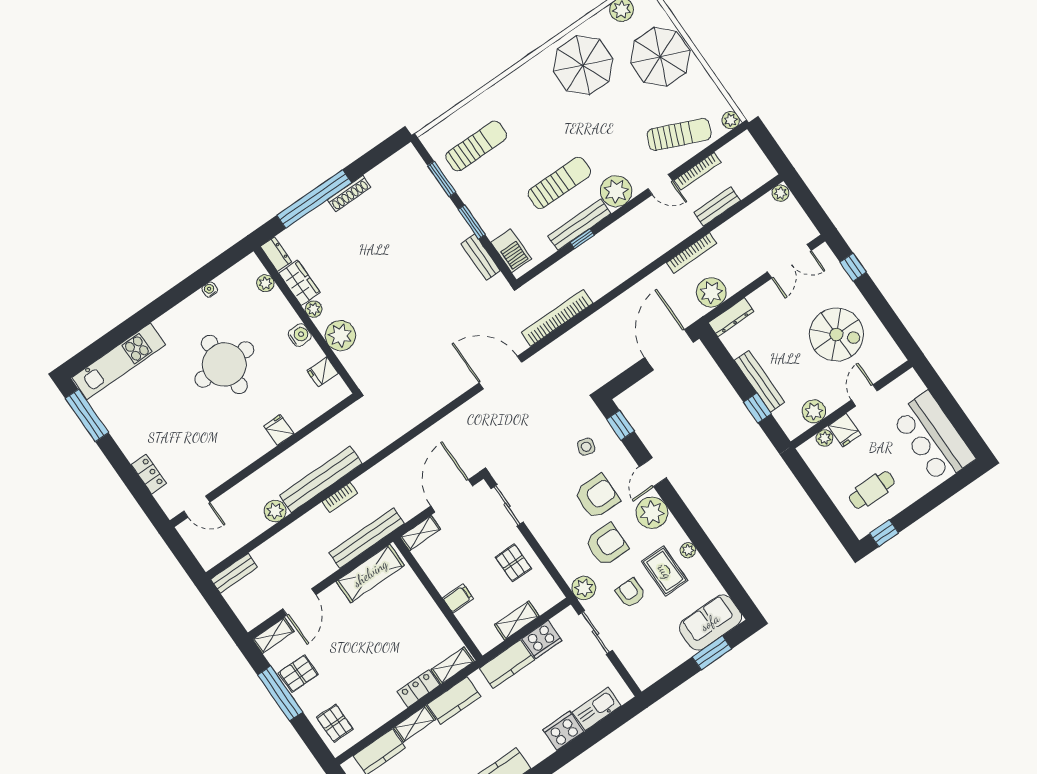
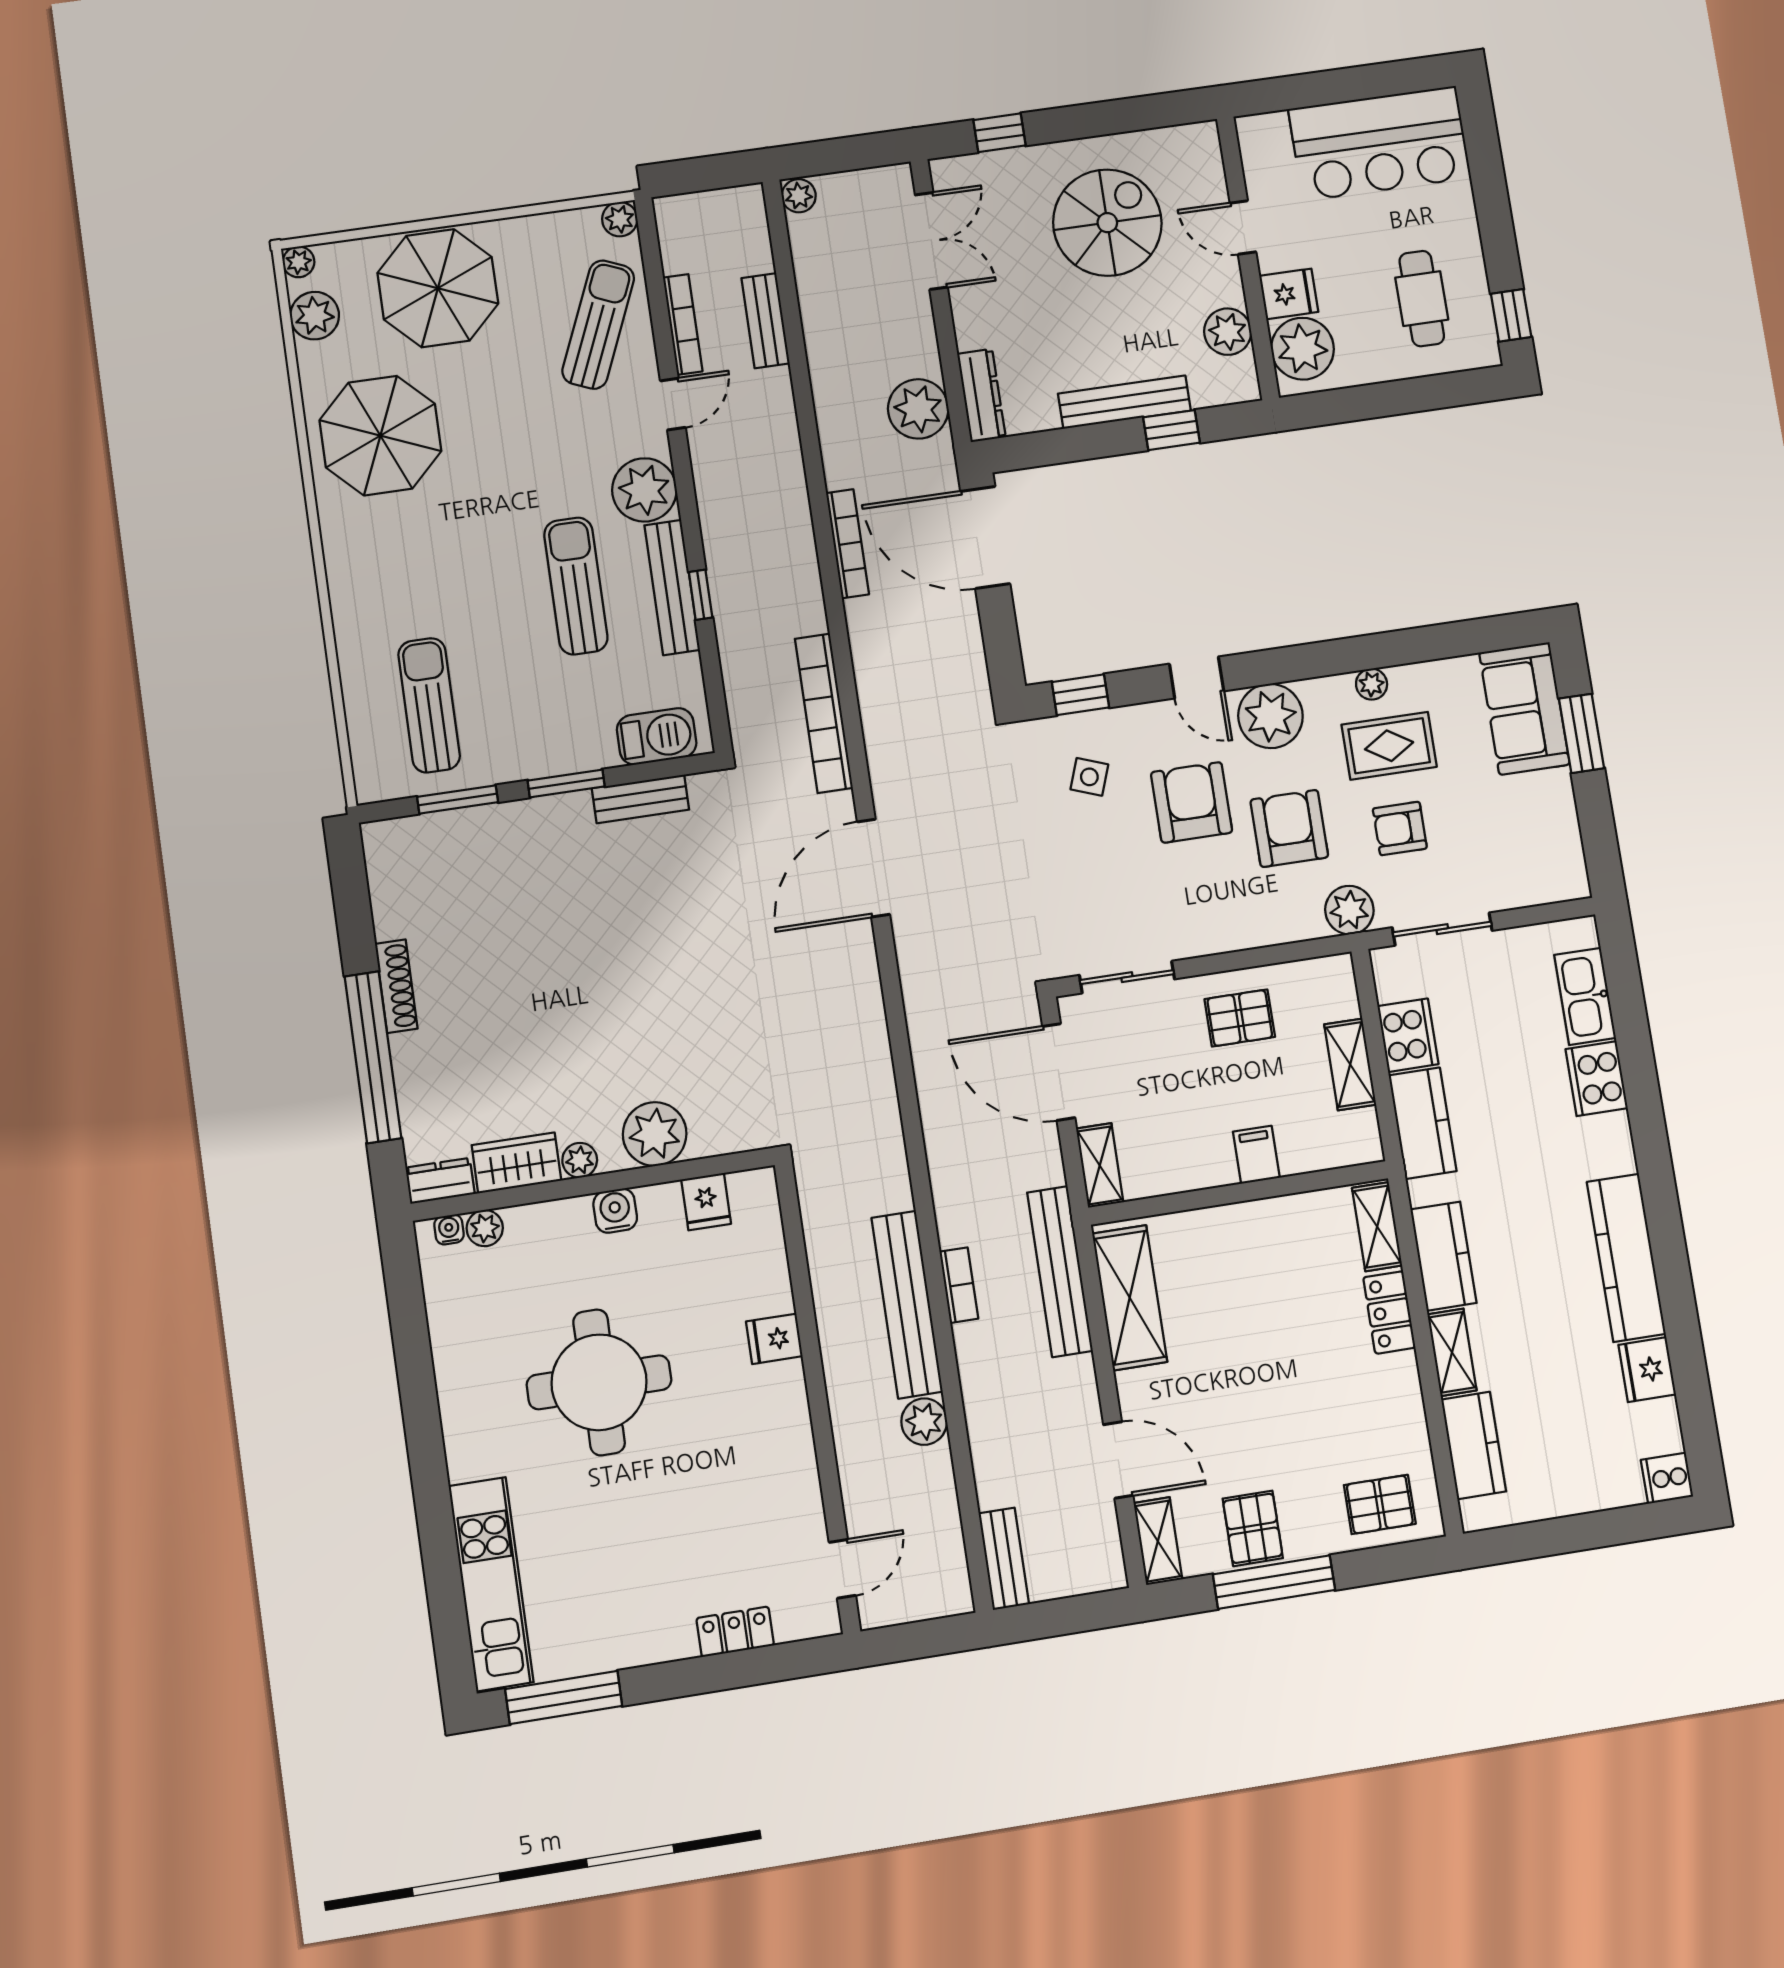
bookcase: (691, 253) -> (848, 544), moved
water cooler: (210, 290) -> (449, 1230), moved, turned 90
plant: (825, 438) -> (1303, 349), width x1.87, depth x1.87

